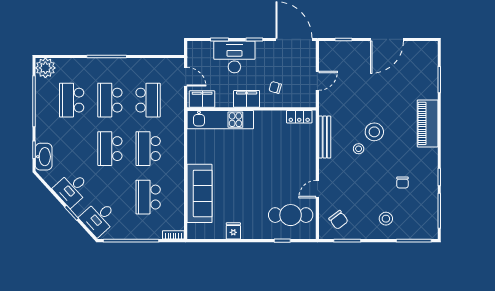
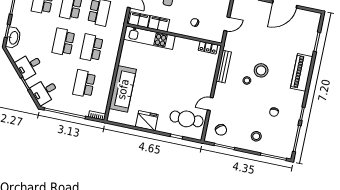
filing cabinet: (247, 99) -> (159, 24), moved
fridge: (233, 231) -> (147, 121), width x1.88, depth x1.34

